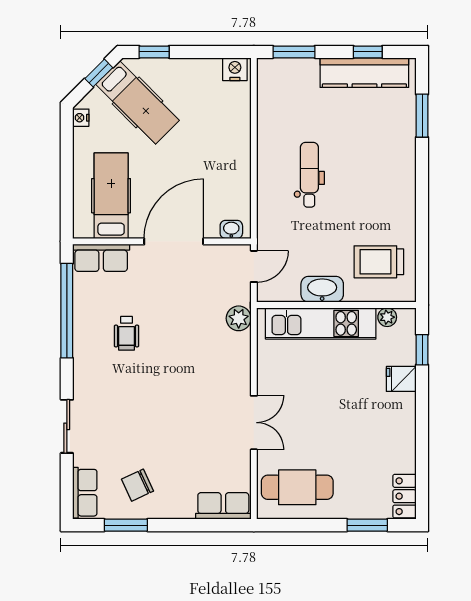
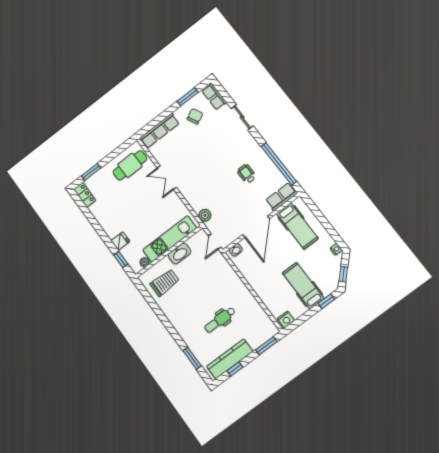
hospital bed: (138, 102) -> (303, 286), moved, turned 45
dental chair: (309, 175) -> (220, 320), moved, turned 90
row of seats: (223, 506) -> (159, 131), width x1.48

